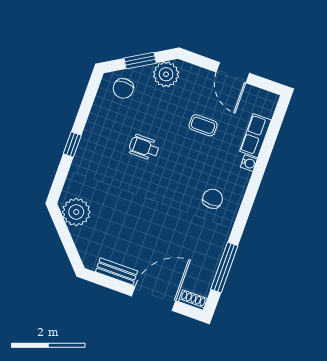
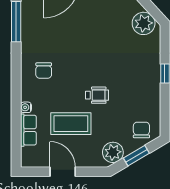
coffee table: (203, 125) -> (71, 124), width x1.86, depth x1.72
wheelchair: (144, 147) -> (97, 95), moved

